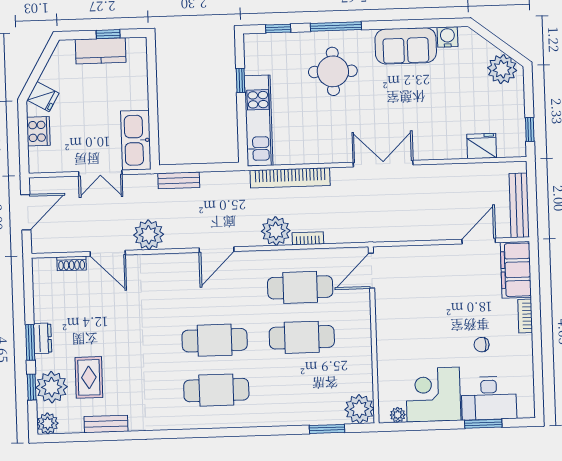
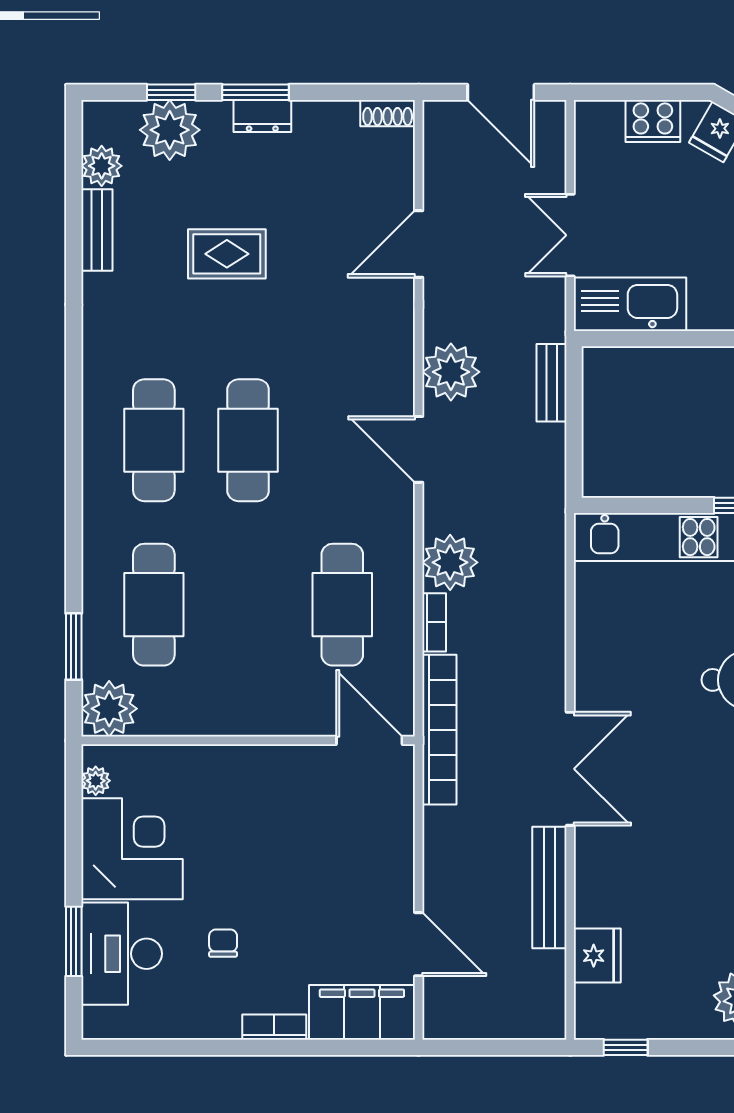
bookcase: (290, 178) -> (439, 730), moved, turned 180
bench: (519, 205) -> (549, 888), moved, turned 90
plant: (149, 235) -> (451, 372), moved
shoe rack: (72, 263) -> (388, 113), moved, turned -90
cafe table: (302, 337) -> (154, 605), moved
rug: (89, 377) -> (227, 254), moved
plant: (48, 423) -> (102, 166), moved

